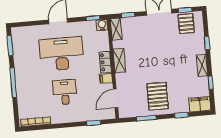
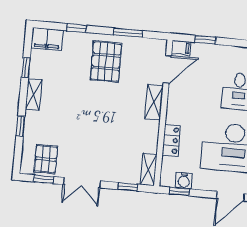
water cooler: (102, 25) -> (184, 181), moved
shelving: (119, 61) -> (154, 102), moved
locker: (105, 62) -> (171, 140), moved
filing cabinet: (106, 79) -> (181, 48), moved

